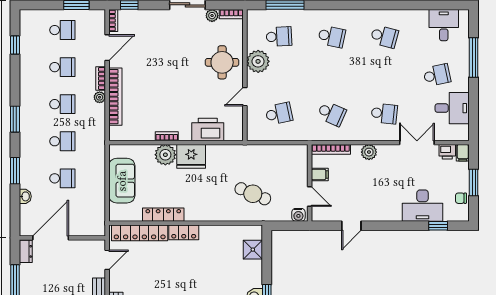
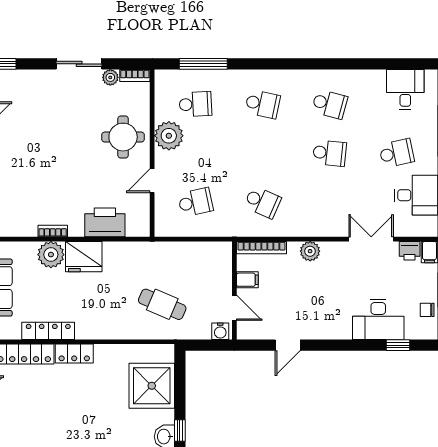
school desk: (384, 114) -> (330, 153), moved
shower: (253, 250) -> (152, 386), width x1.86, depth x1.86

